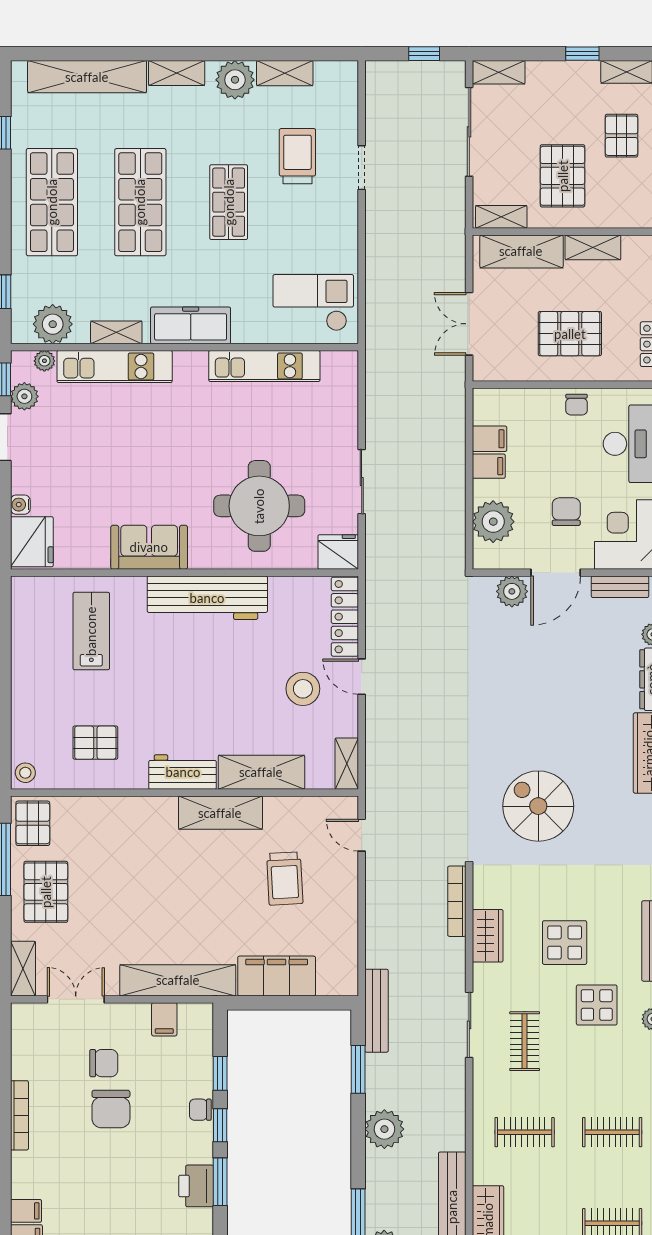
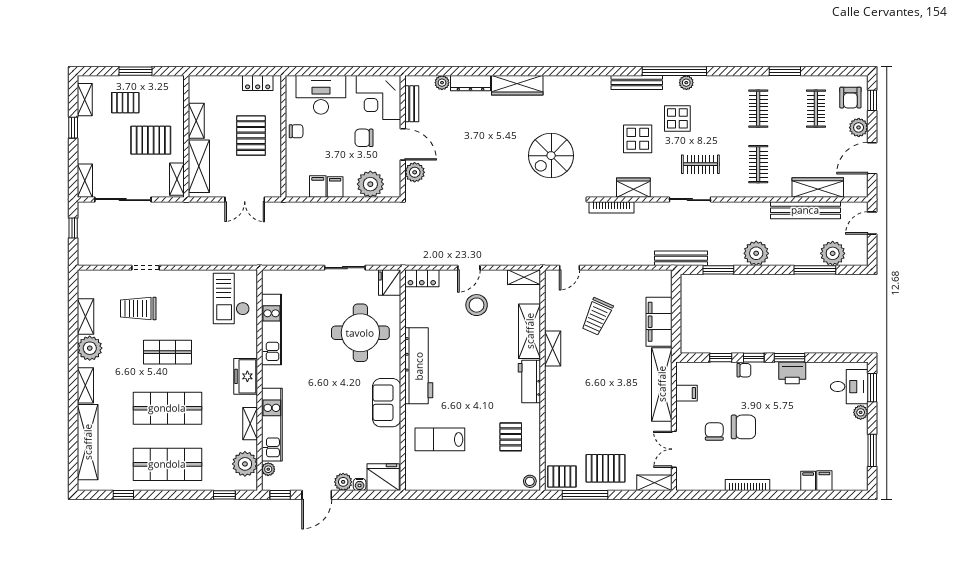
freezer: (191, 325) -> (246, 376), width x0.71
plant: (24, 396) -> (343, 482), moved
locker: (345, 617) -> (422, 278), width x0.66
shelving: (220, 813) -> (553, 348), width x0.67, depth x0.75
trolley: (285, 879) -> (597, 317), turned 117
chair: (200, 1110) -> (744, 370), turned -90

